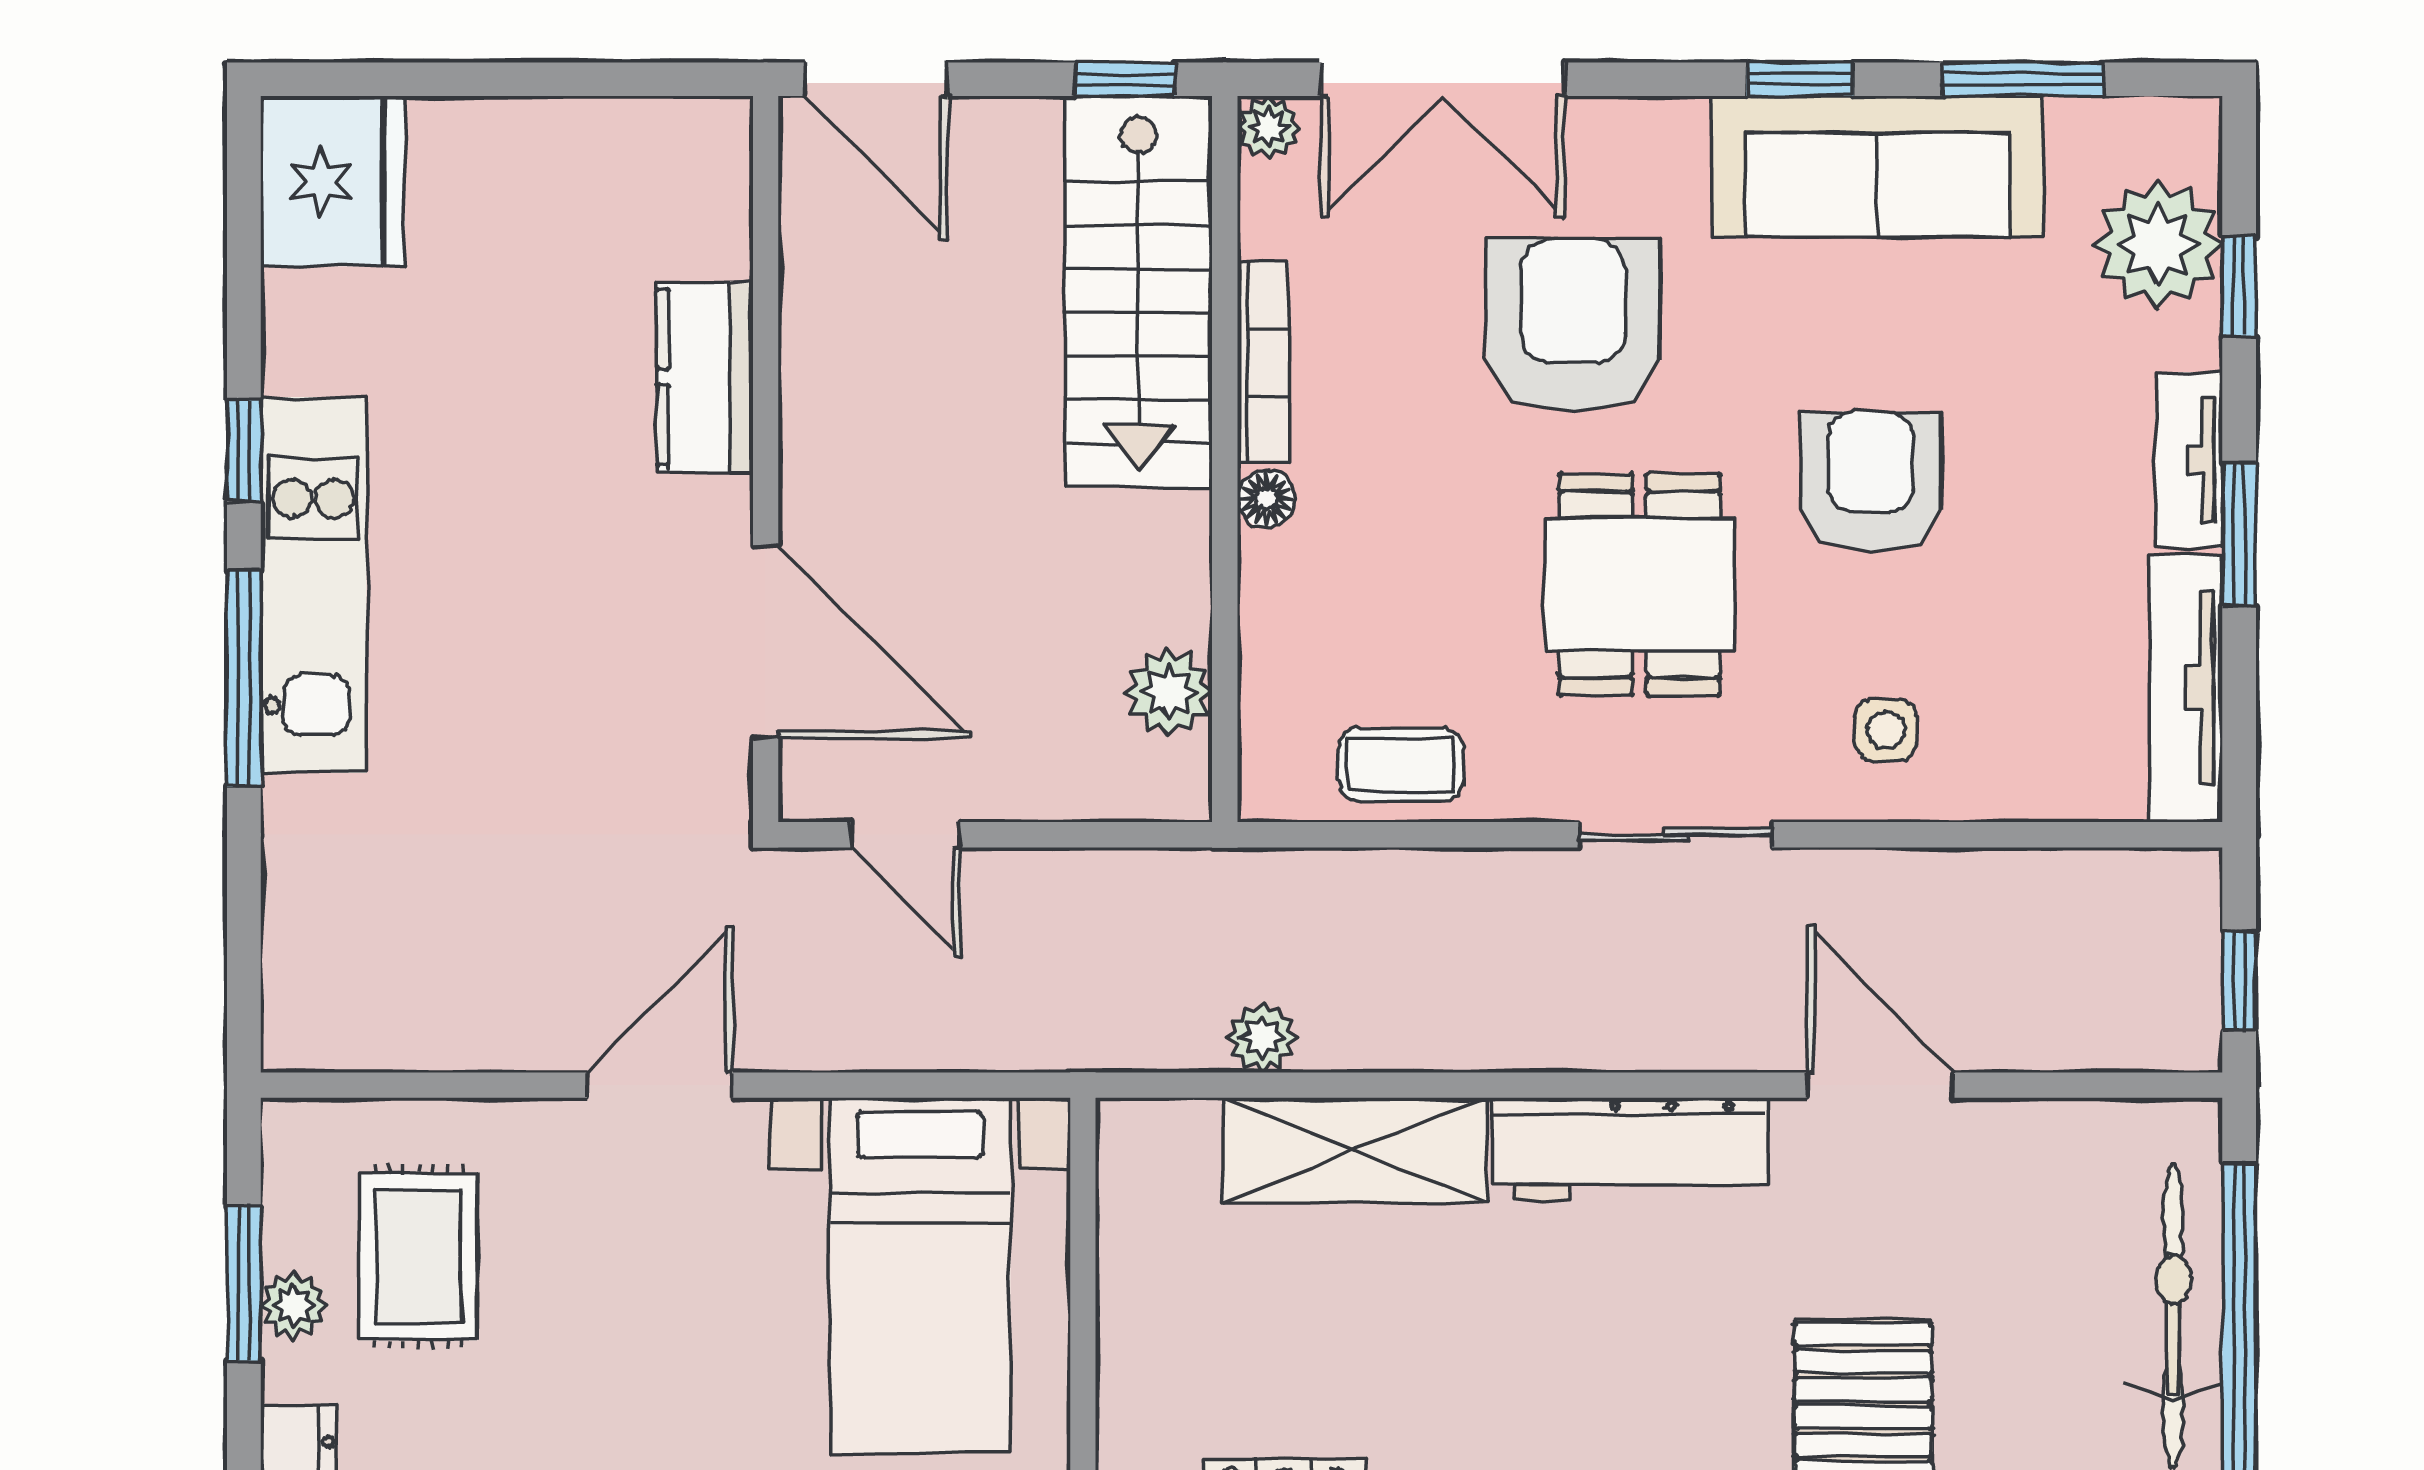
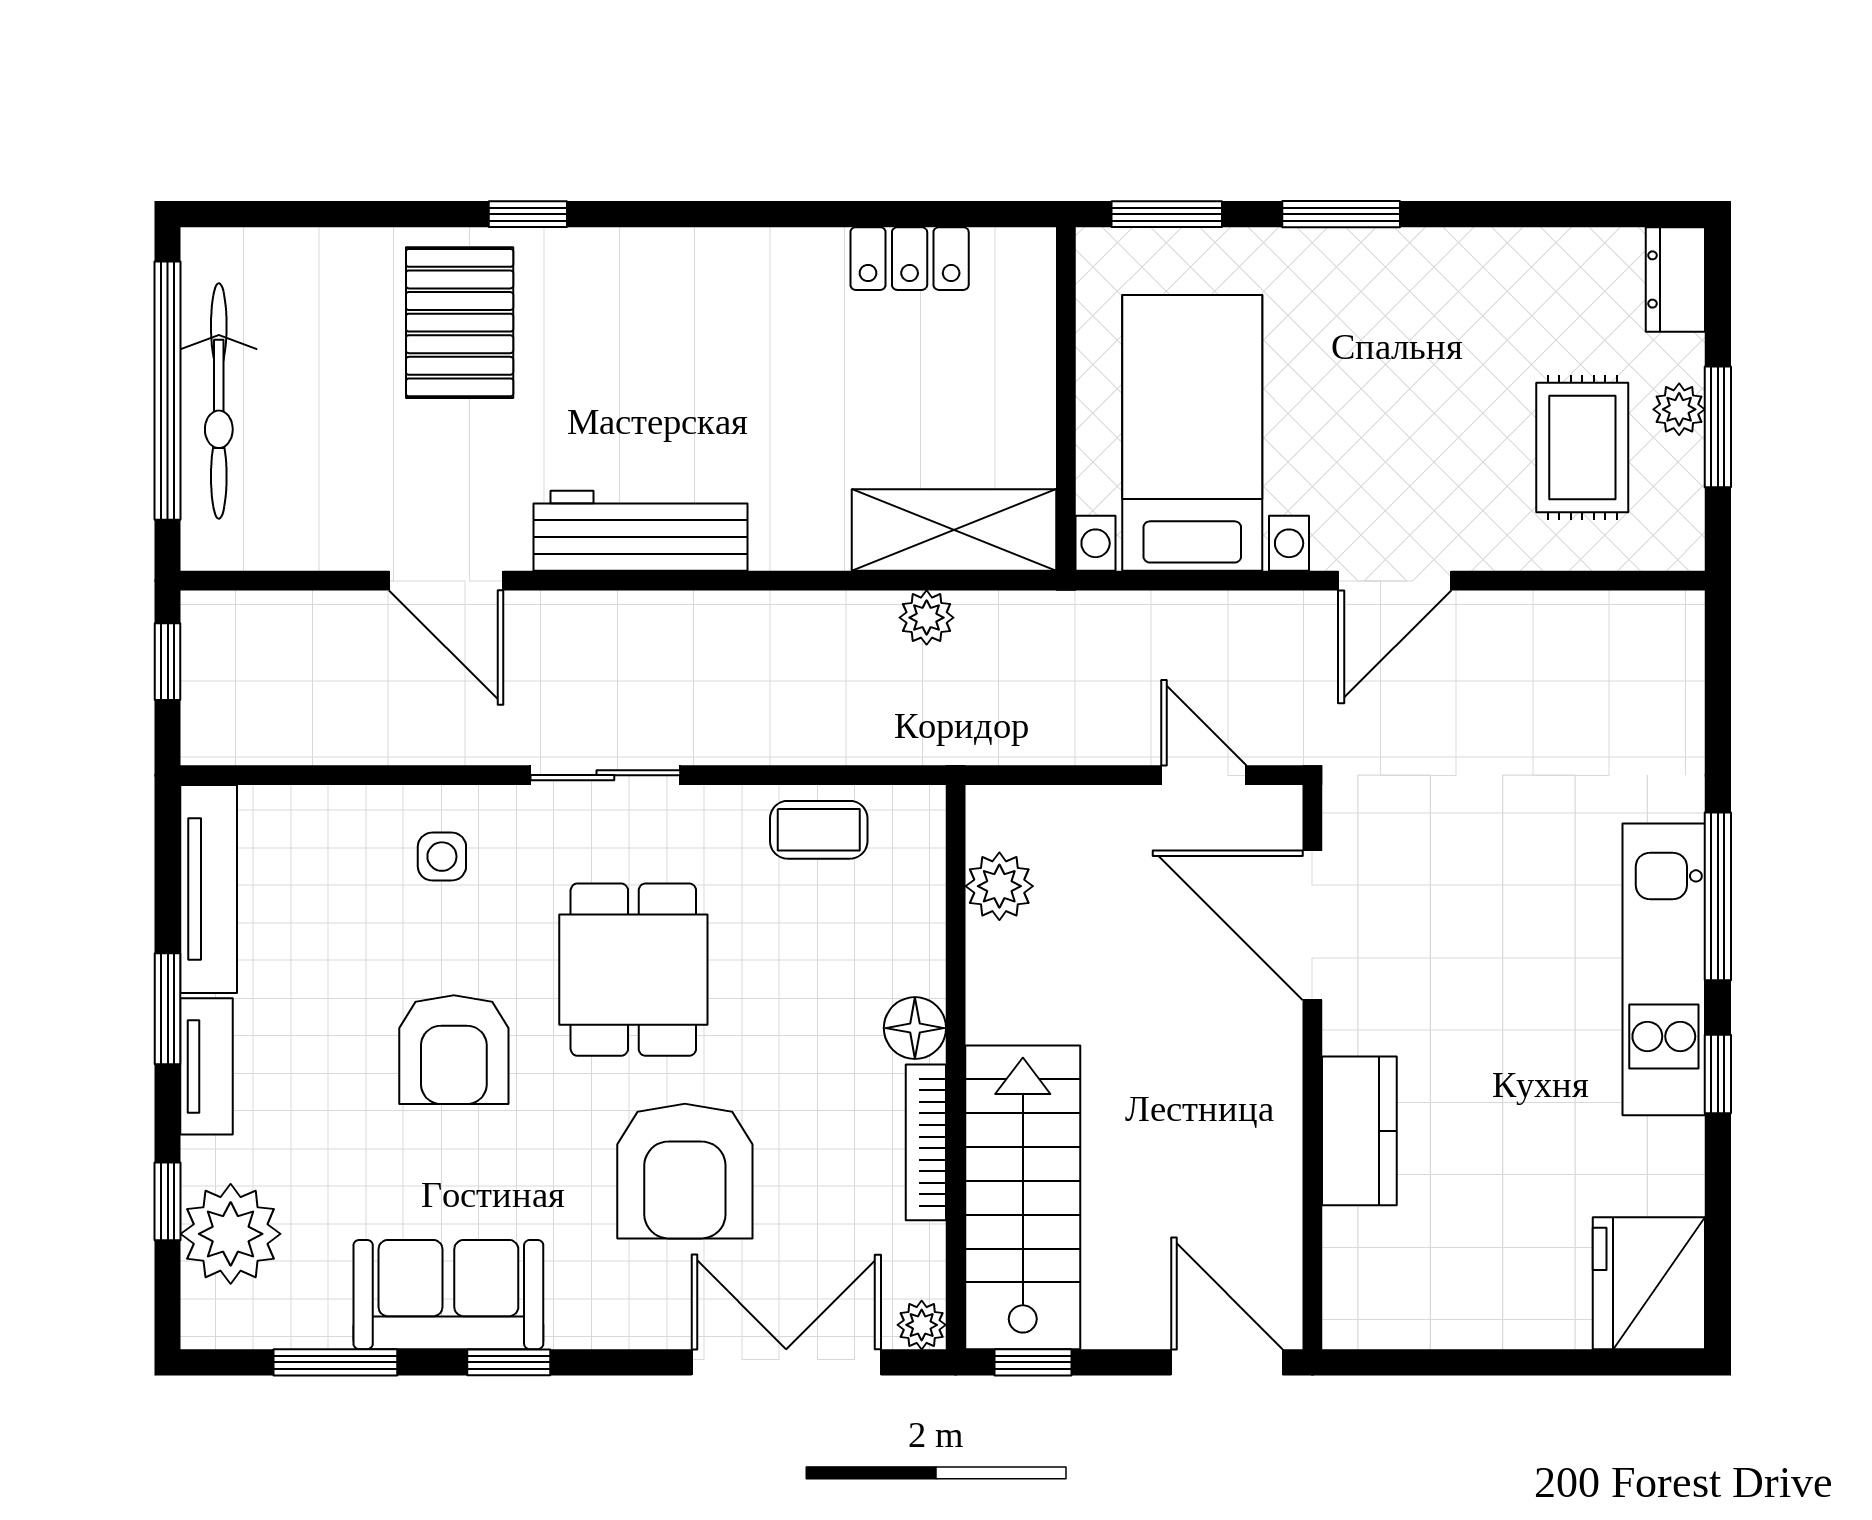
sofa: (1878, 166) -> (448, 1295), width x0.73
floor lamp: (1266, 499) -> (915, 1028), width x1.37, depth x1.37
shelving: (1355, 1150) -> (954, 530), moved

